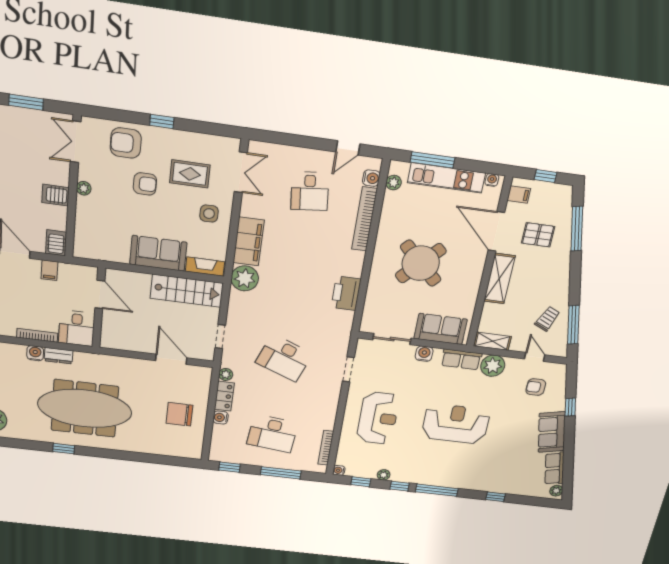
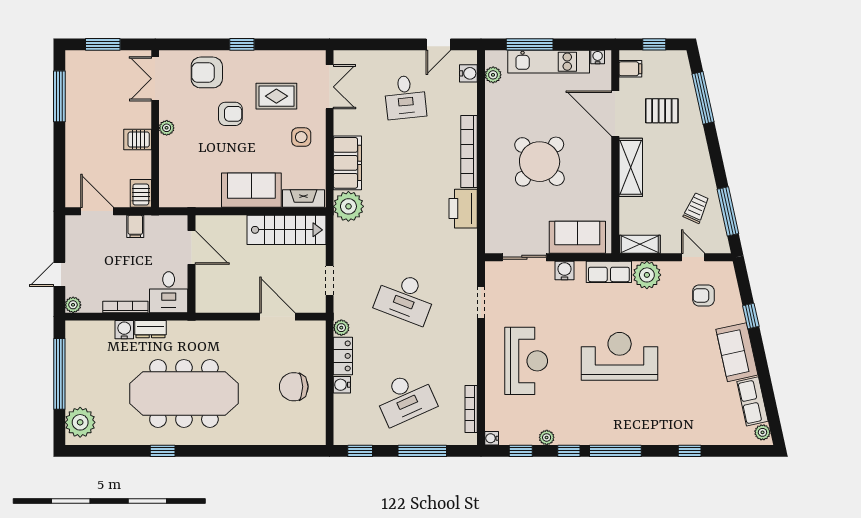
bookcase: (365, 219) -> (469, 151), moved
desk: (273, 434) -> (405, 398), turned -30

